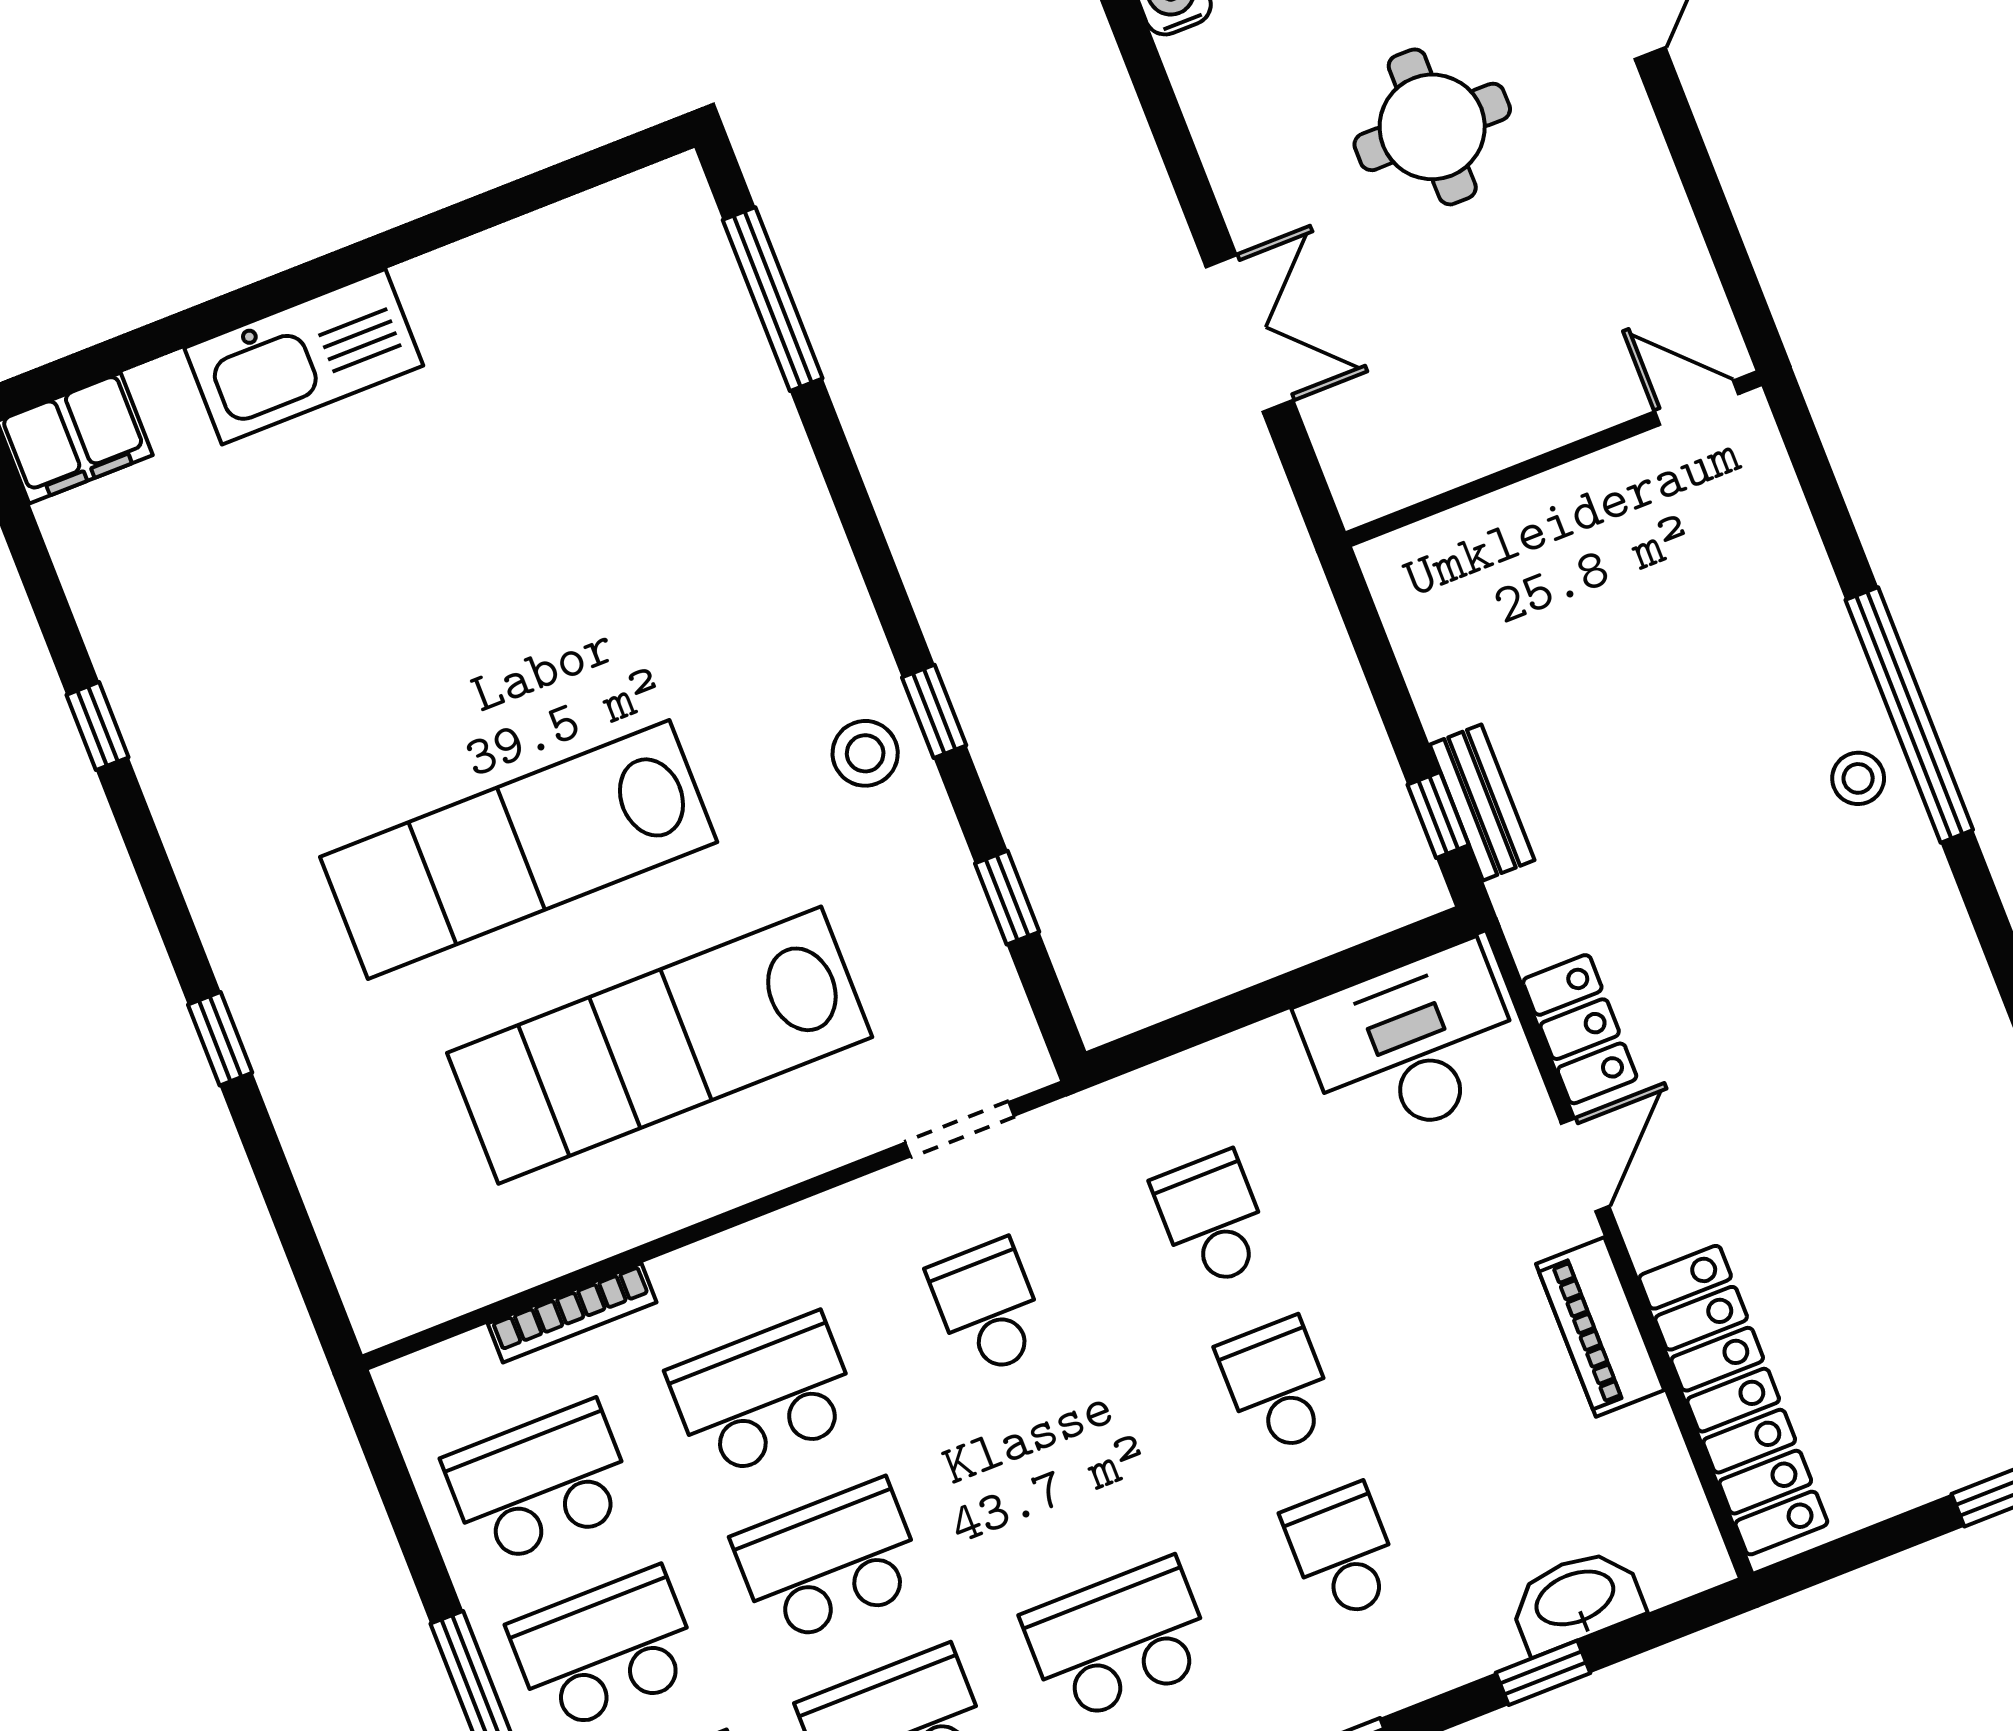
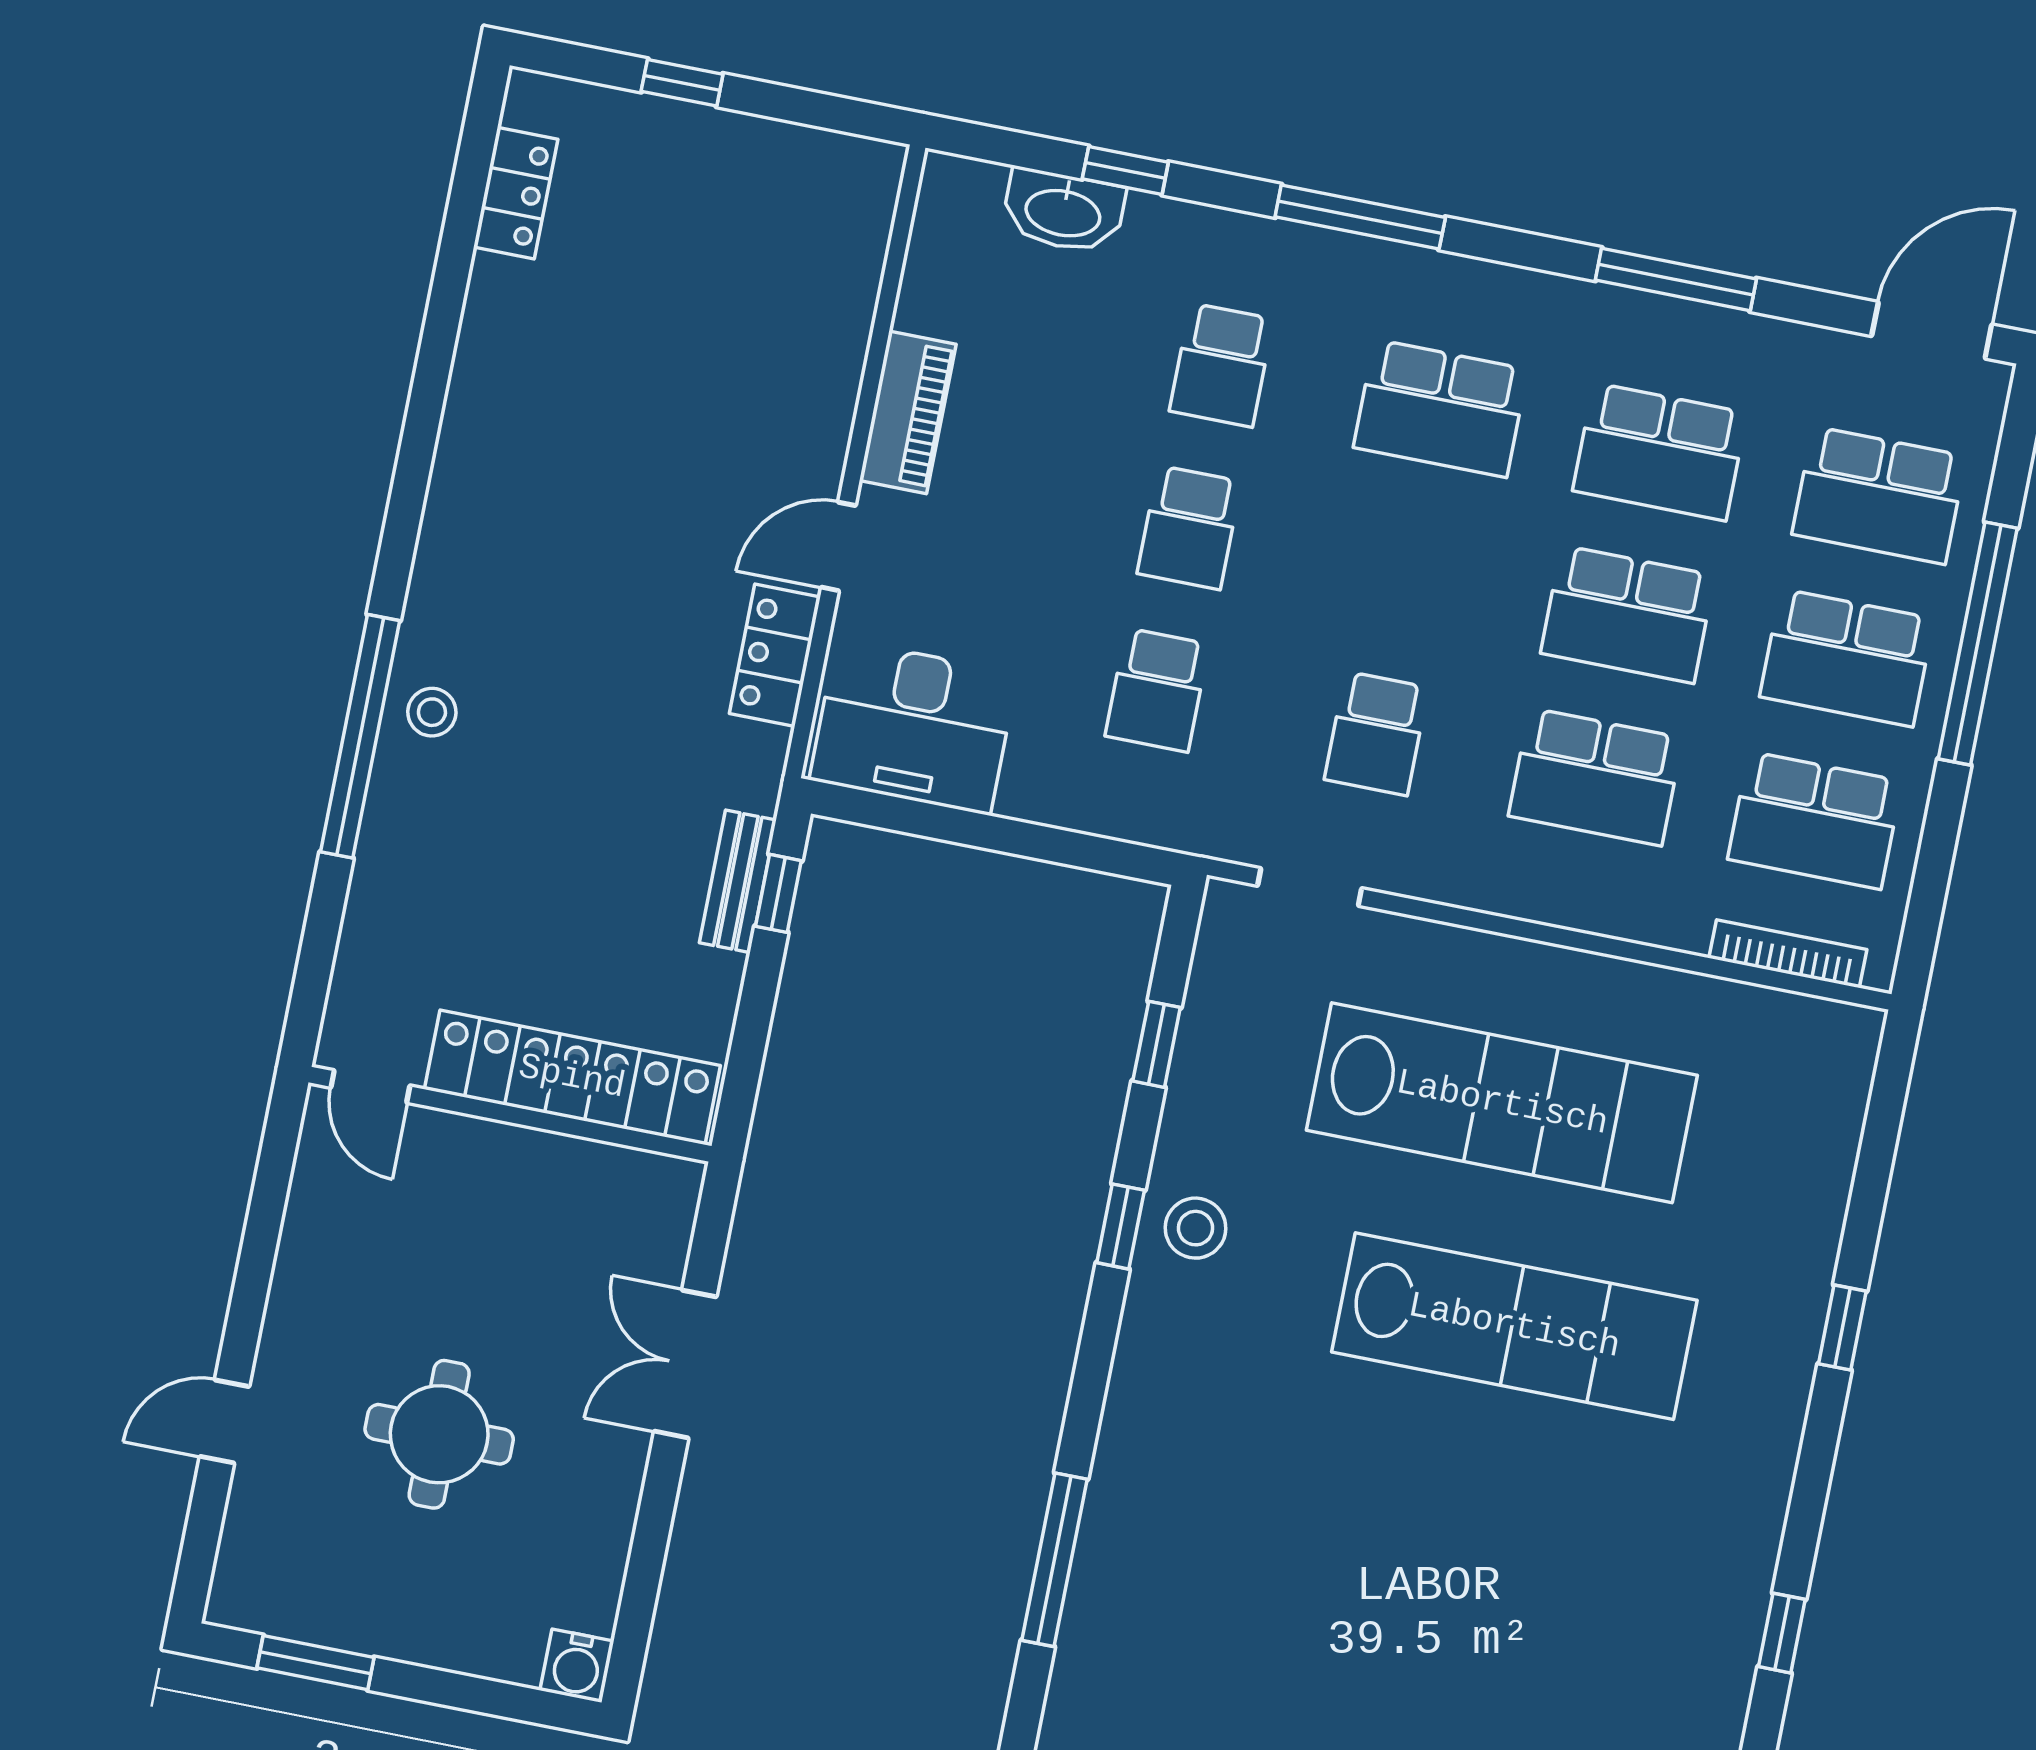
window: (773, 299) -> (1055, 1560), moved
bookcase: (572, 1313) -> (1788, 954), moved
locker: (1733, 1400) -> (572, 1077), moved, turned 90

